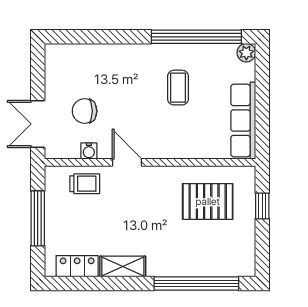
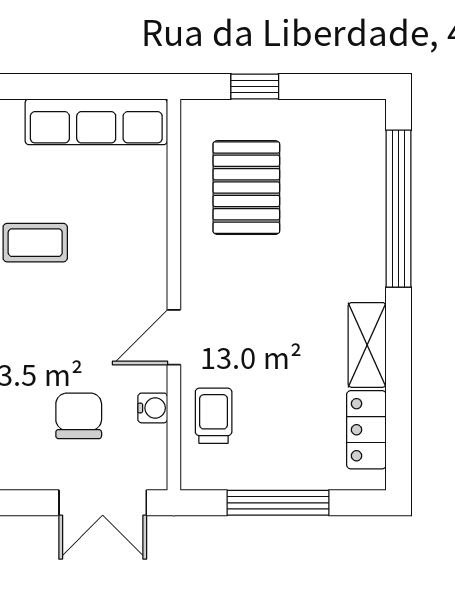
chair: (85, 111) -> (79, 416), turned 180

